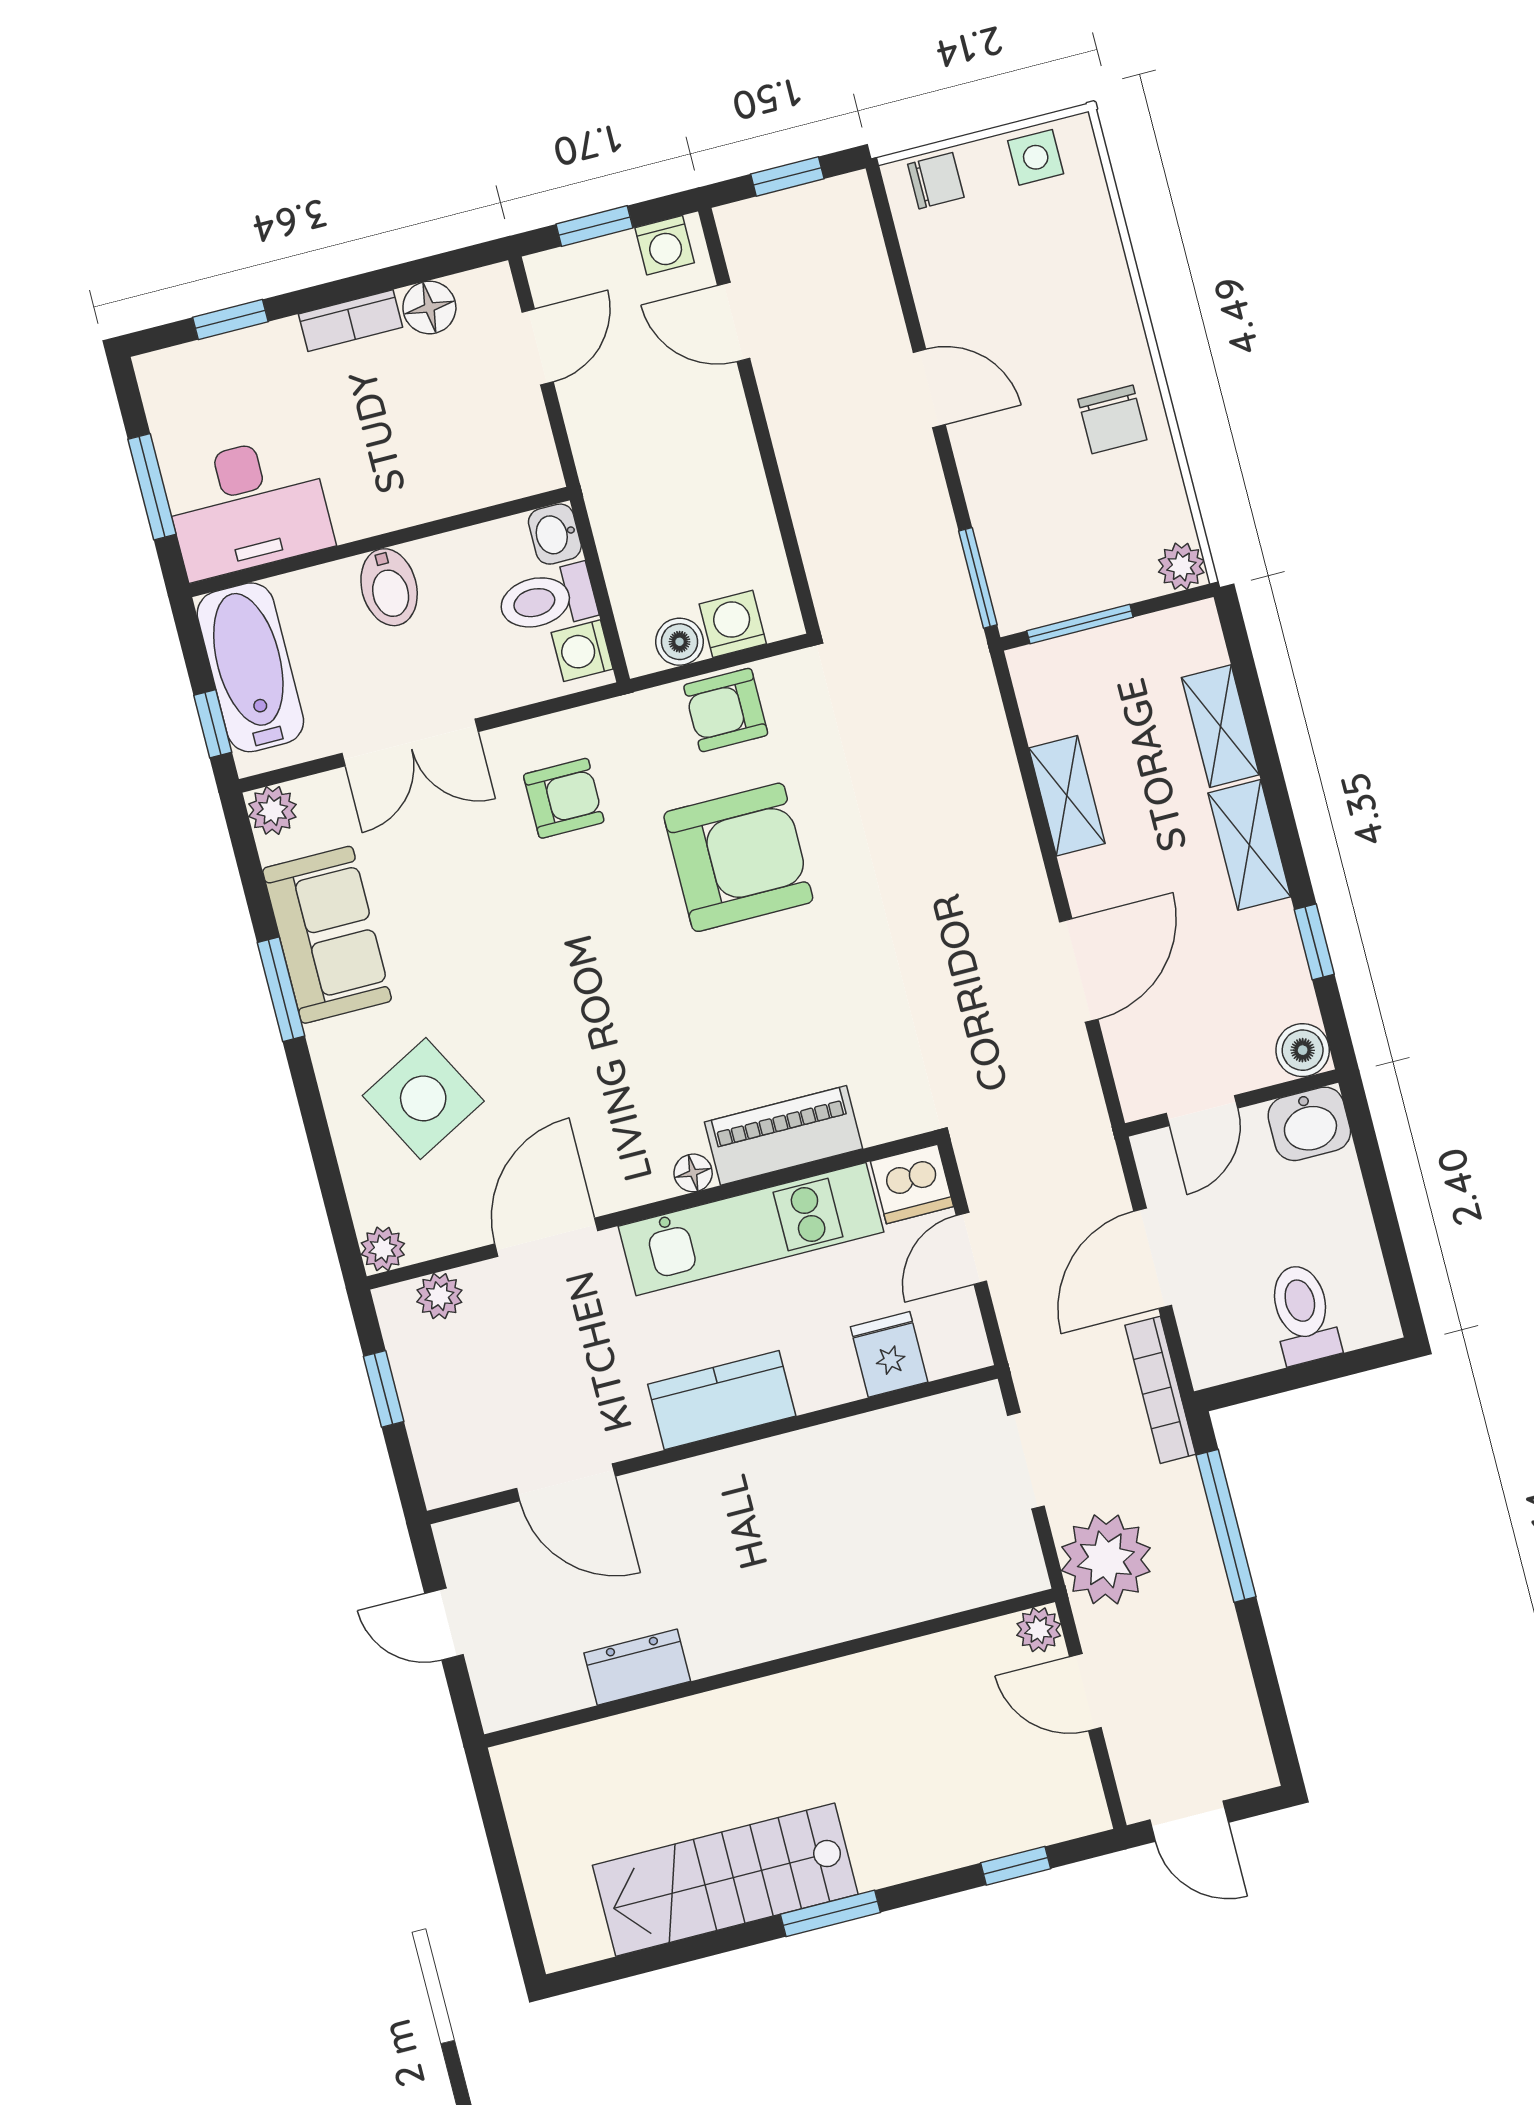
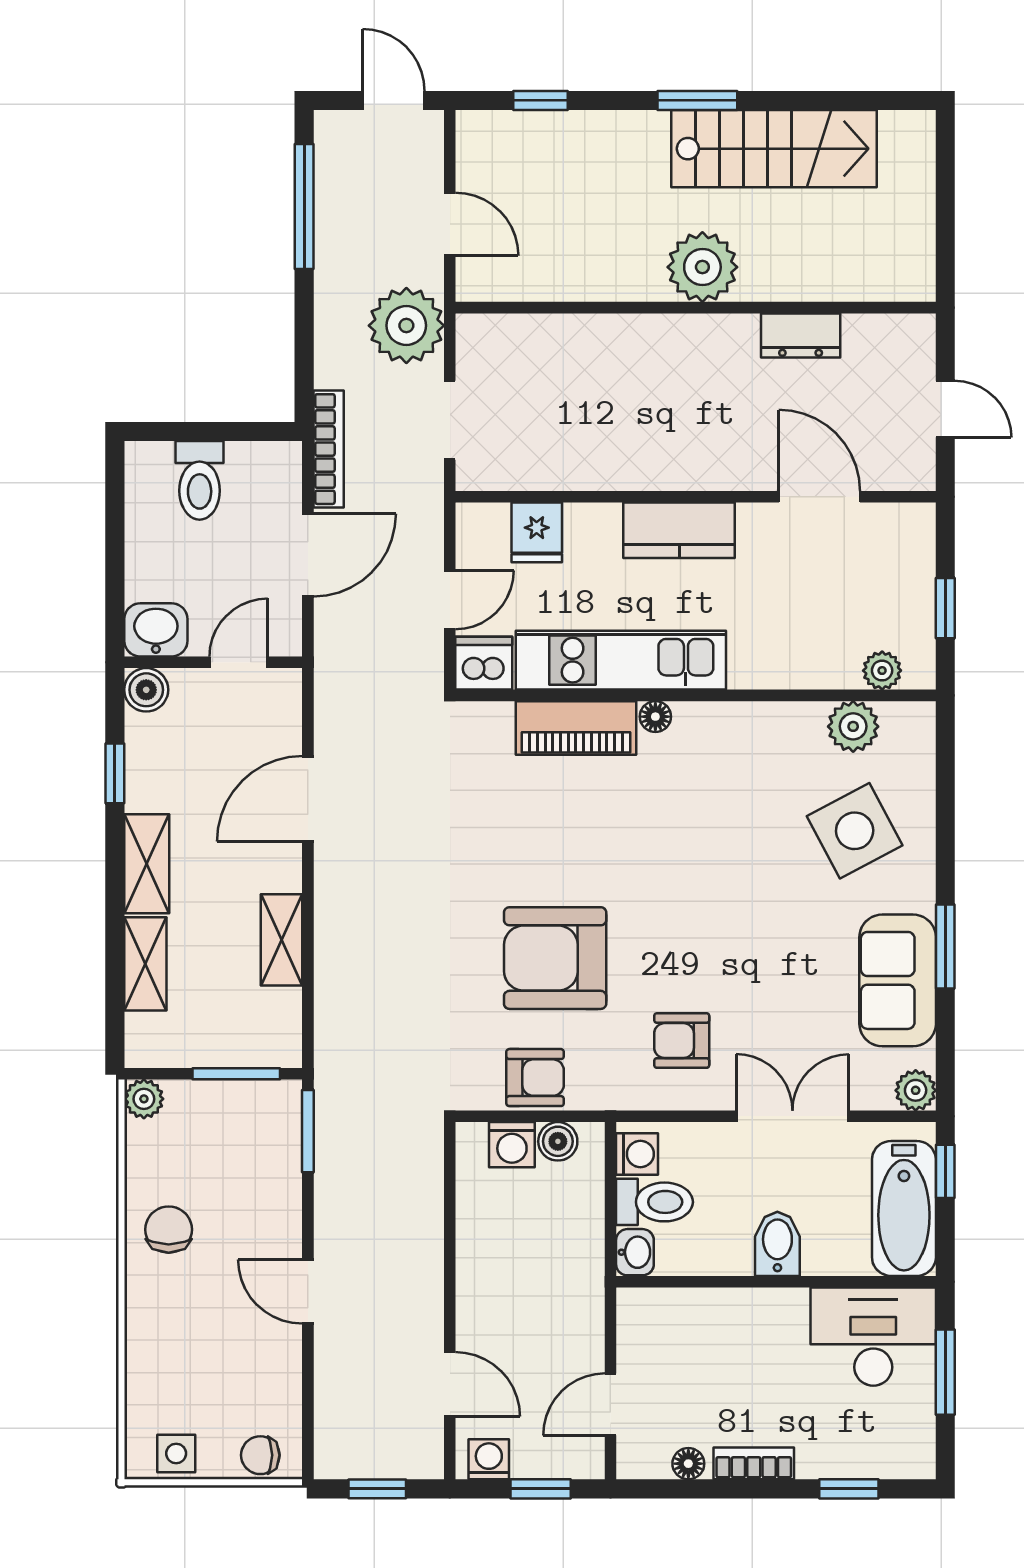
floor lamp: (429, 307) -> (688, 1464), width x0.73, depth x0.73
door: (546, 1237) -> (785, 695), removed
plant: (383, 1249) -> (853, 726), moved, width x1.38, depth x1.38
window: (1226, 1526) -> (304, 206), moved
plant: (1039, 1630) -> (702, 267), moved, width x1.88, depth x1.88

